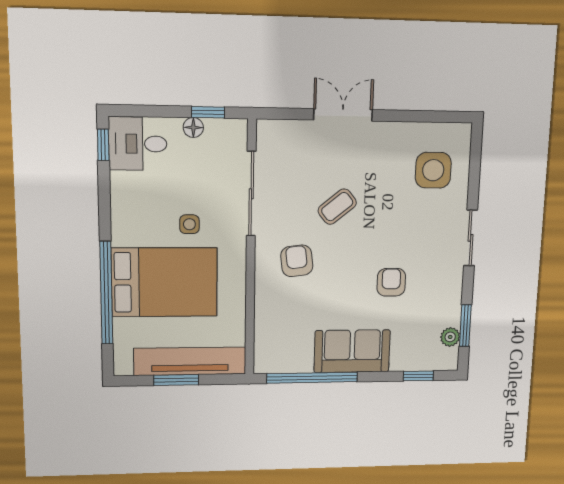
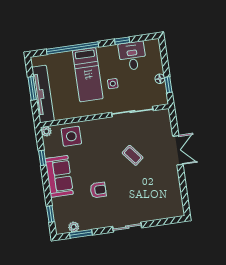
desk: (138, 144) -> (132, 56), moved
window: (103, 145) -> (122, 41), moved
side table: (433, 170) -> (71, 136), moved
armchair: (297, 261) -> (102, 140), removed
bed: (165, 282) -> (88, 75), width x0.67
plant: (263, 364) -> (46, 131), added
window: (312, 378) -> (42, 158), width x0.32

